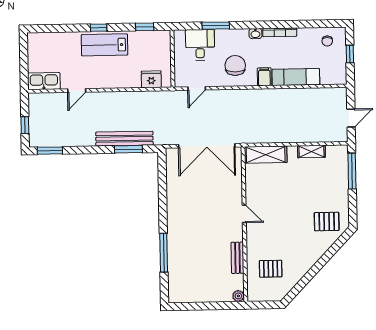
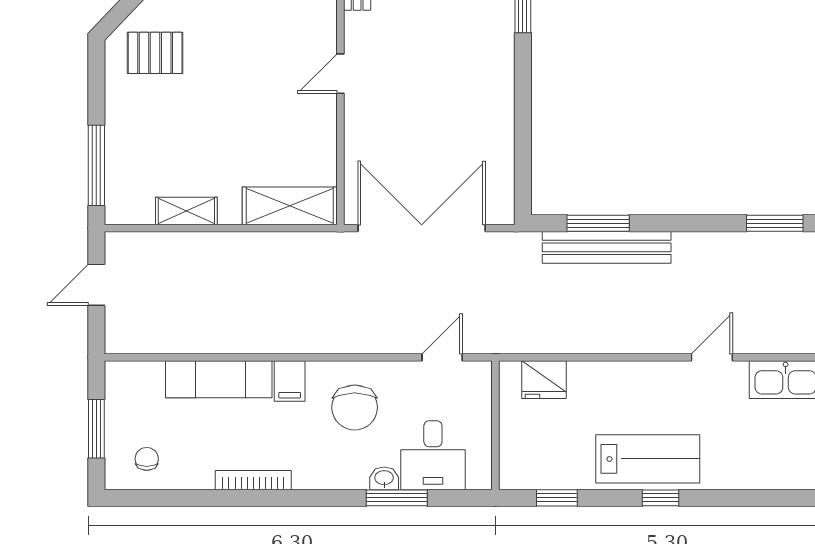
washbasin: (255, 34) -> (384, 478), moved
window: (350, 54) -> (96, 429), width x1.50
door: (244, 214) -> (340, 74), hinge flipped

